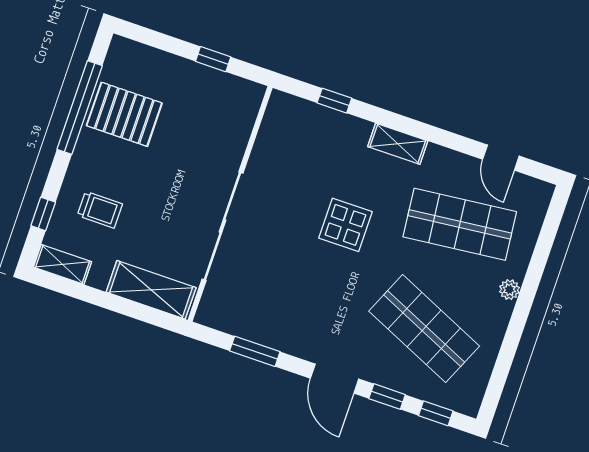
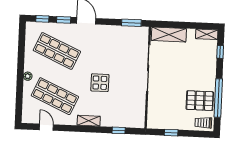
trolley: (100, 210) -> (203, 123), moved
shop shelf: (460, 224) -> (55, 96), turned 30
window: (255, 351) -> (131, 23), moved

